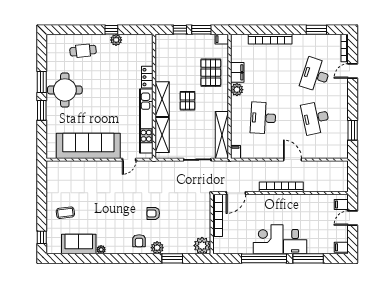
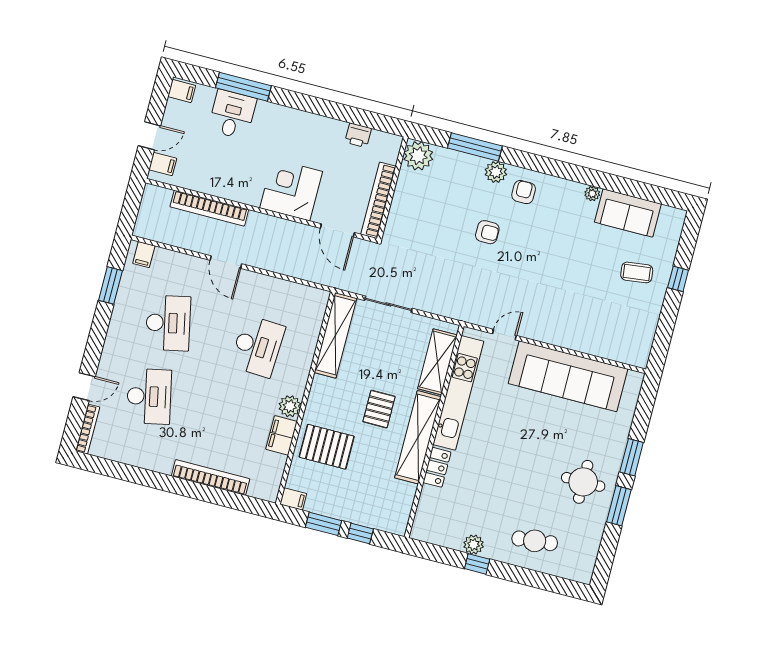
window: (316, 30) -> (128, 473), removed
pallet: (211, 73) -> (327, 447), turned 90
desk: (316, 75) -> (149, 396), turned -30
round table: (65, 90) -> (583, 482), width x0.73, depth x0.73
shelving: (162, 99) -> (418, 437), width x1.47
filing cabinet: (235, 152) -> (144, 255), moved
bookcase: (281, 187) -> (209, 208), moved
door: (236, 193) -> (337, 230), swing flipped
window: (42, 237) -> (678, 279), moved
corner desk: (268, 239) -> (291, 190), moved, turned 180
desk: (295, 242) -> (232, 114), moved
printer: (238, 248) -> (358, 135), added
window: (172, 258) -> (475, 147), width x1.44
window: (264, 258) -> (318, 106), removed

